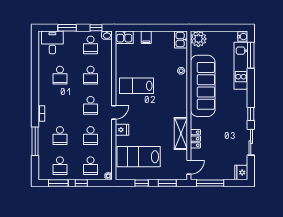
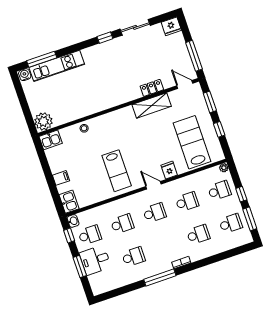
desk: (52, 42) -> (95, 260), moved
sofa: (203, 86) -> (92, 100), removed
window: (35, 141) -> (160, 277), moved
lab bench: (139, 157) -> (192, 142), turned 180

